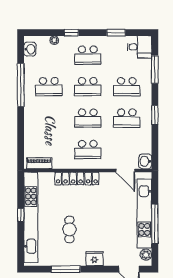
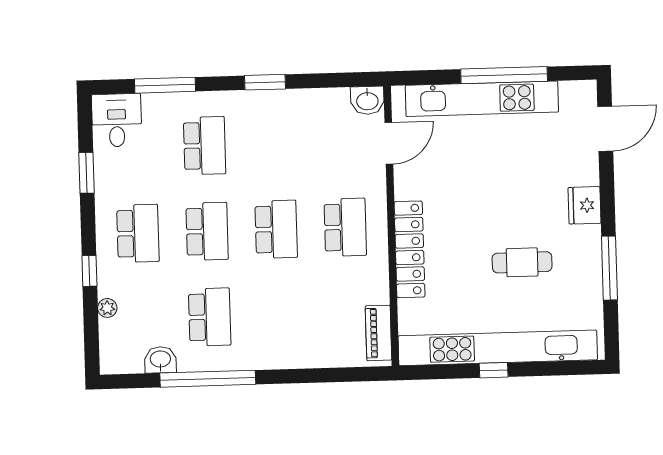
washbasin: (30, 49) -> (160, 360), moved
school desk: (127, 118) -> (274, 144), removed
plant: (146, 255) -> (572, 93), removed

